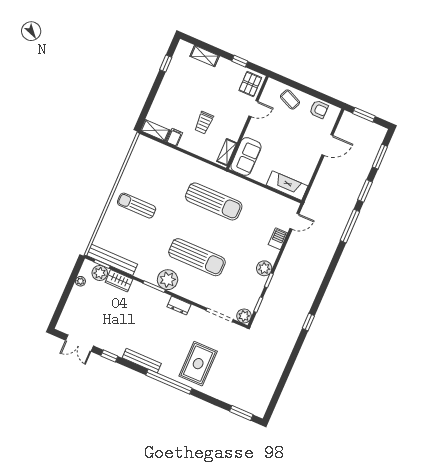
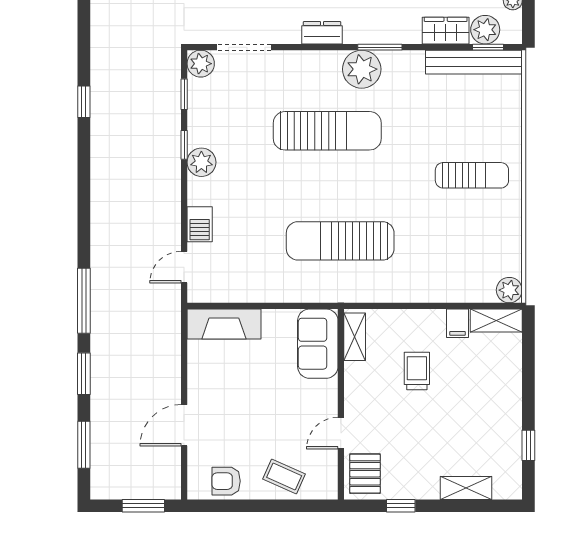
plant: (142, 142) -> (509, 290), added
sun lounger: (197, 257) -> (327, 131), turned 180

